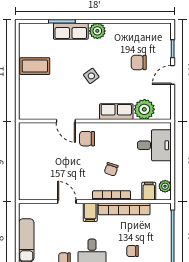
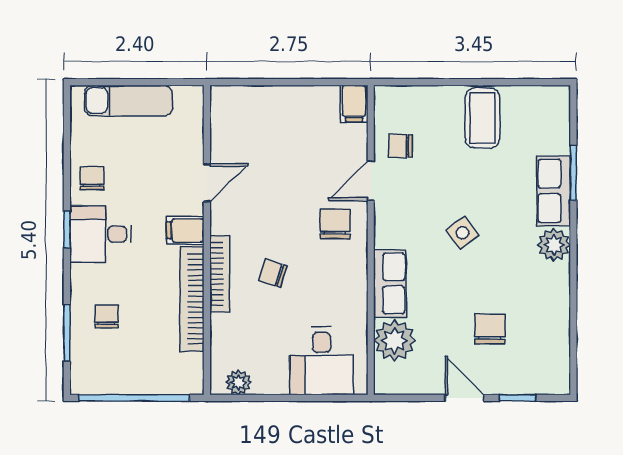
chair: (49, 106) -> (401, 146), added
filing cabinet: (149, 191) -> (354, 104), moved, turned 90

